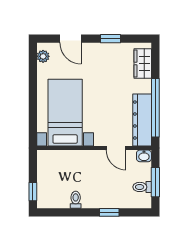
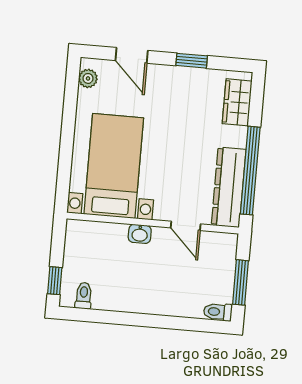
washbasin: (144, 156) -> (140, 234), moved
toilet: (142, 187) -> (218, 312), moved
toilet: (76, 200) -> (84, 296), moved
window: (109, 212) -> (167, 322), removed

